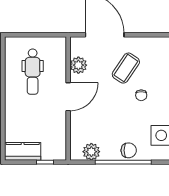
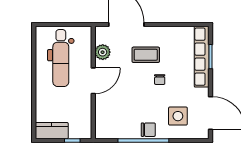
coffee table: (126, 68) -> (146, 55), turned 56
dental chair: (33, 72) -> (61, 58), width x1.36, depth x1.38
plant: (91, 152) -> (114, 131), removed

